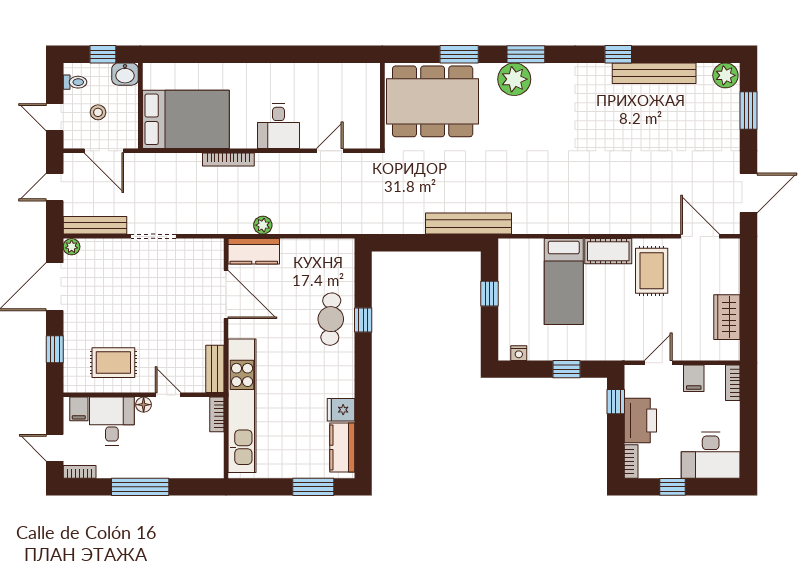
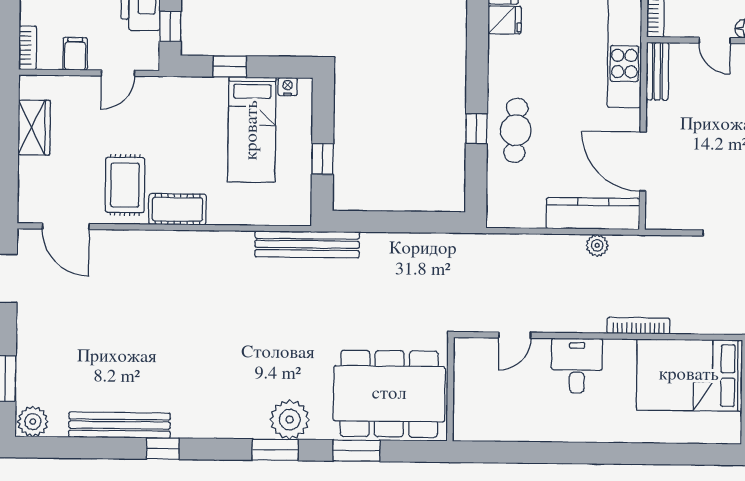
bench: (469, 224) -> (307, 244), moved
kitchen counter: (254, 251) -> (593, 214), width x1.50
bed: (564, 282) -> (252, 130), moved, turned 180

